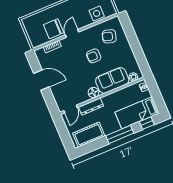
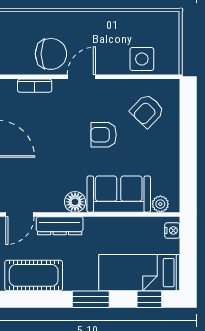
chair: (54, 29) -> (51, 54), turned 180
armchair: (109, 36) -> (147, 111), turned -62
window: (120, 134) -> (91, 299), width x0.69

